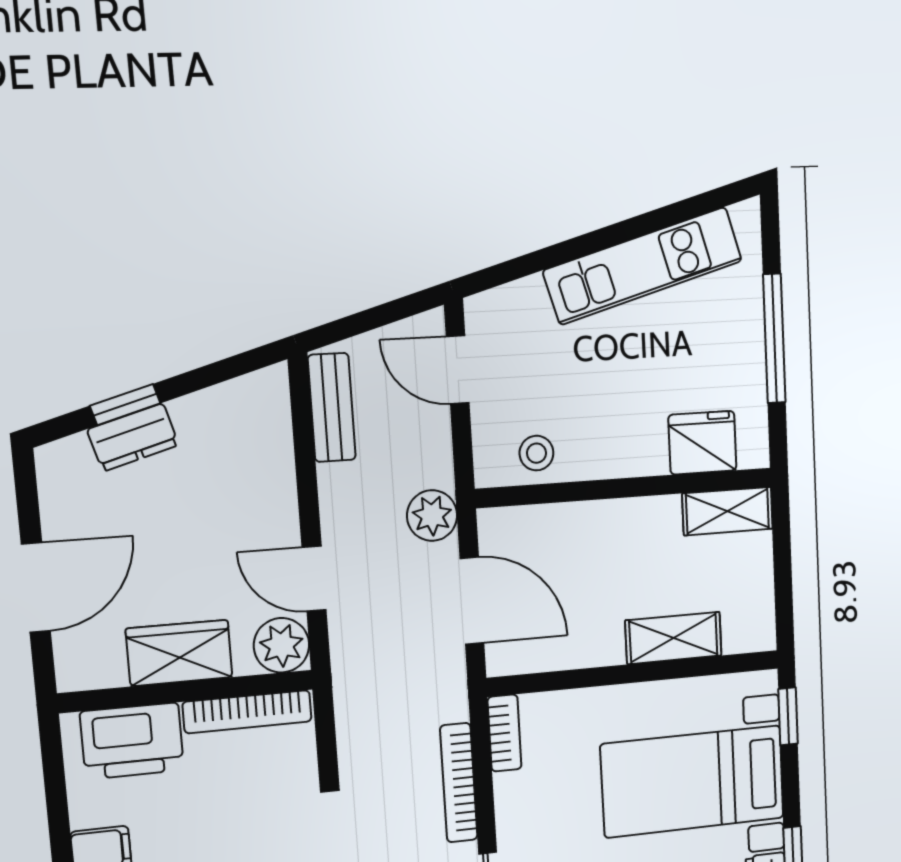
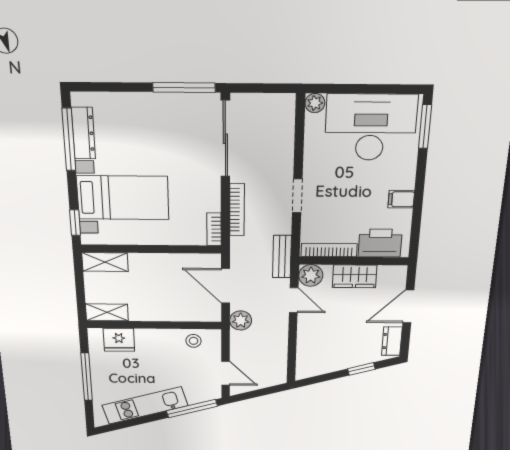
window: (532, 263) -> (192, 409), added
bench: (332, 408) -> (282, 257), moved
dresser: (133, 437) -> (392, 341), moved, turned -74
shelving: (674, 638) -> (105, 262), moved

